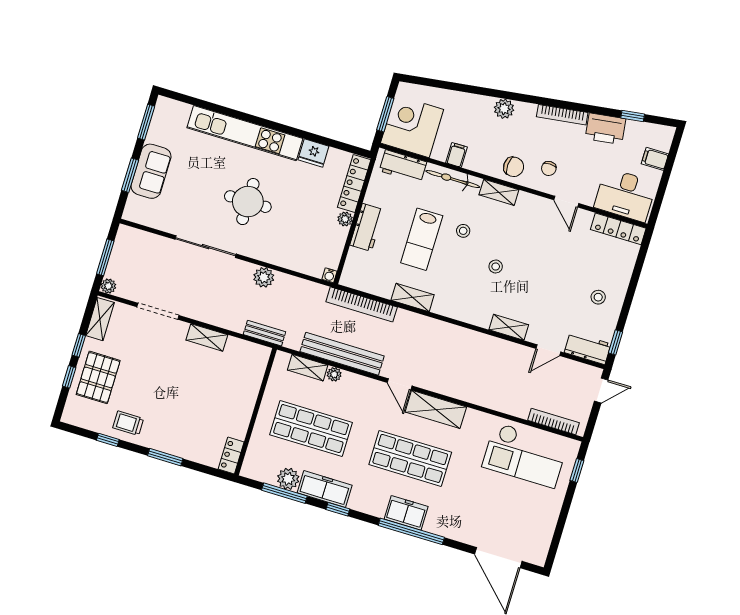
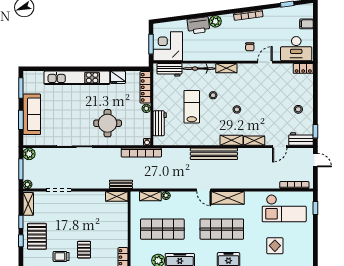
printer: (606, 129) -> (199, 25), moved
filing cabinet: (457, 155) -> (197, 55), removed
chair: (514, 167) -> (230, 52), removed
sofa: (151, 171) -> (32, 114), width x1.36
round table: (248, 202) -> (108, 123), moved
door: (566, 202) -> (265, 62), swing flipped
workbench: (367, 227) -> (160, 123), moved
locker: (618, 229) -> (303, 68), width x0.66
lab bench: (422, 239) -> (192, 107), turned 180
plant: (264, 277) -> (29, 154), moved
shelving: (413, 297) -> (231, 140), moved
bookcase: (362, 304) -> (141, 153), moved
shelving: (207, 337) -> (117, 196), moved
bench: (342, 354) -> (214, 154), moved
door: (601, 390) -> (315, 160), hinge flipped
pallet: (170, 423) -> (84, 250), added
display table: (490, 513) -> (275, 246), added

